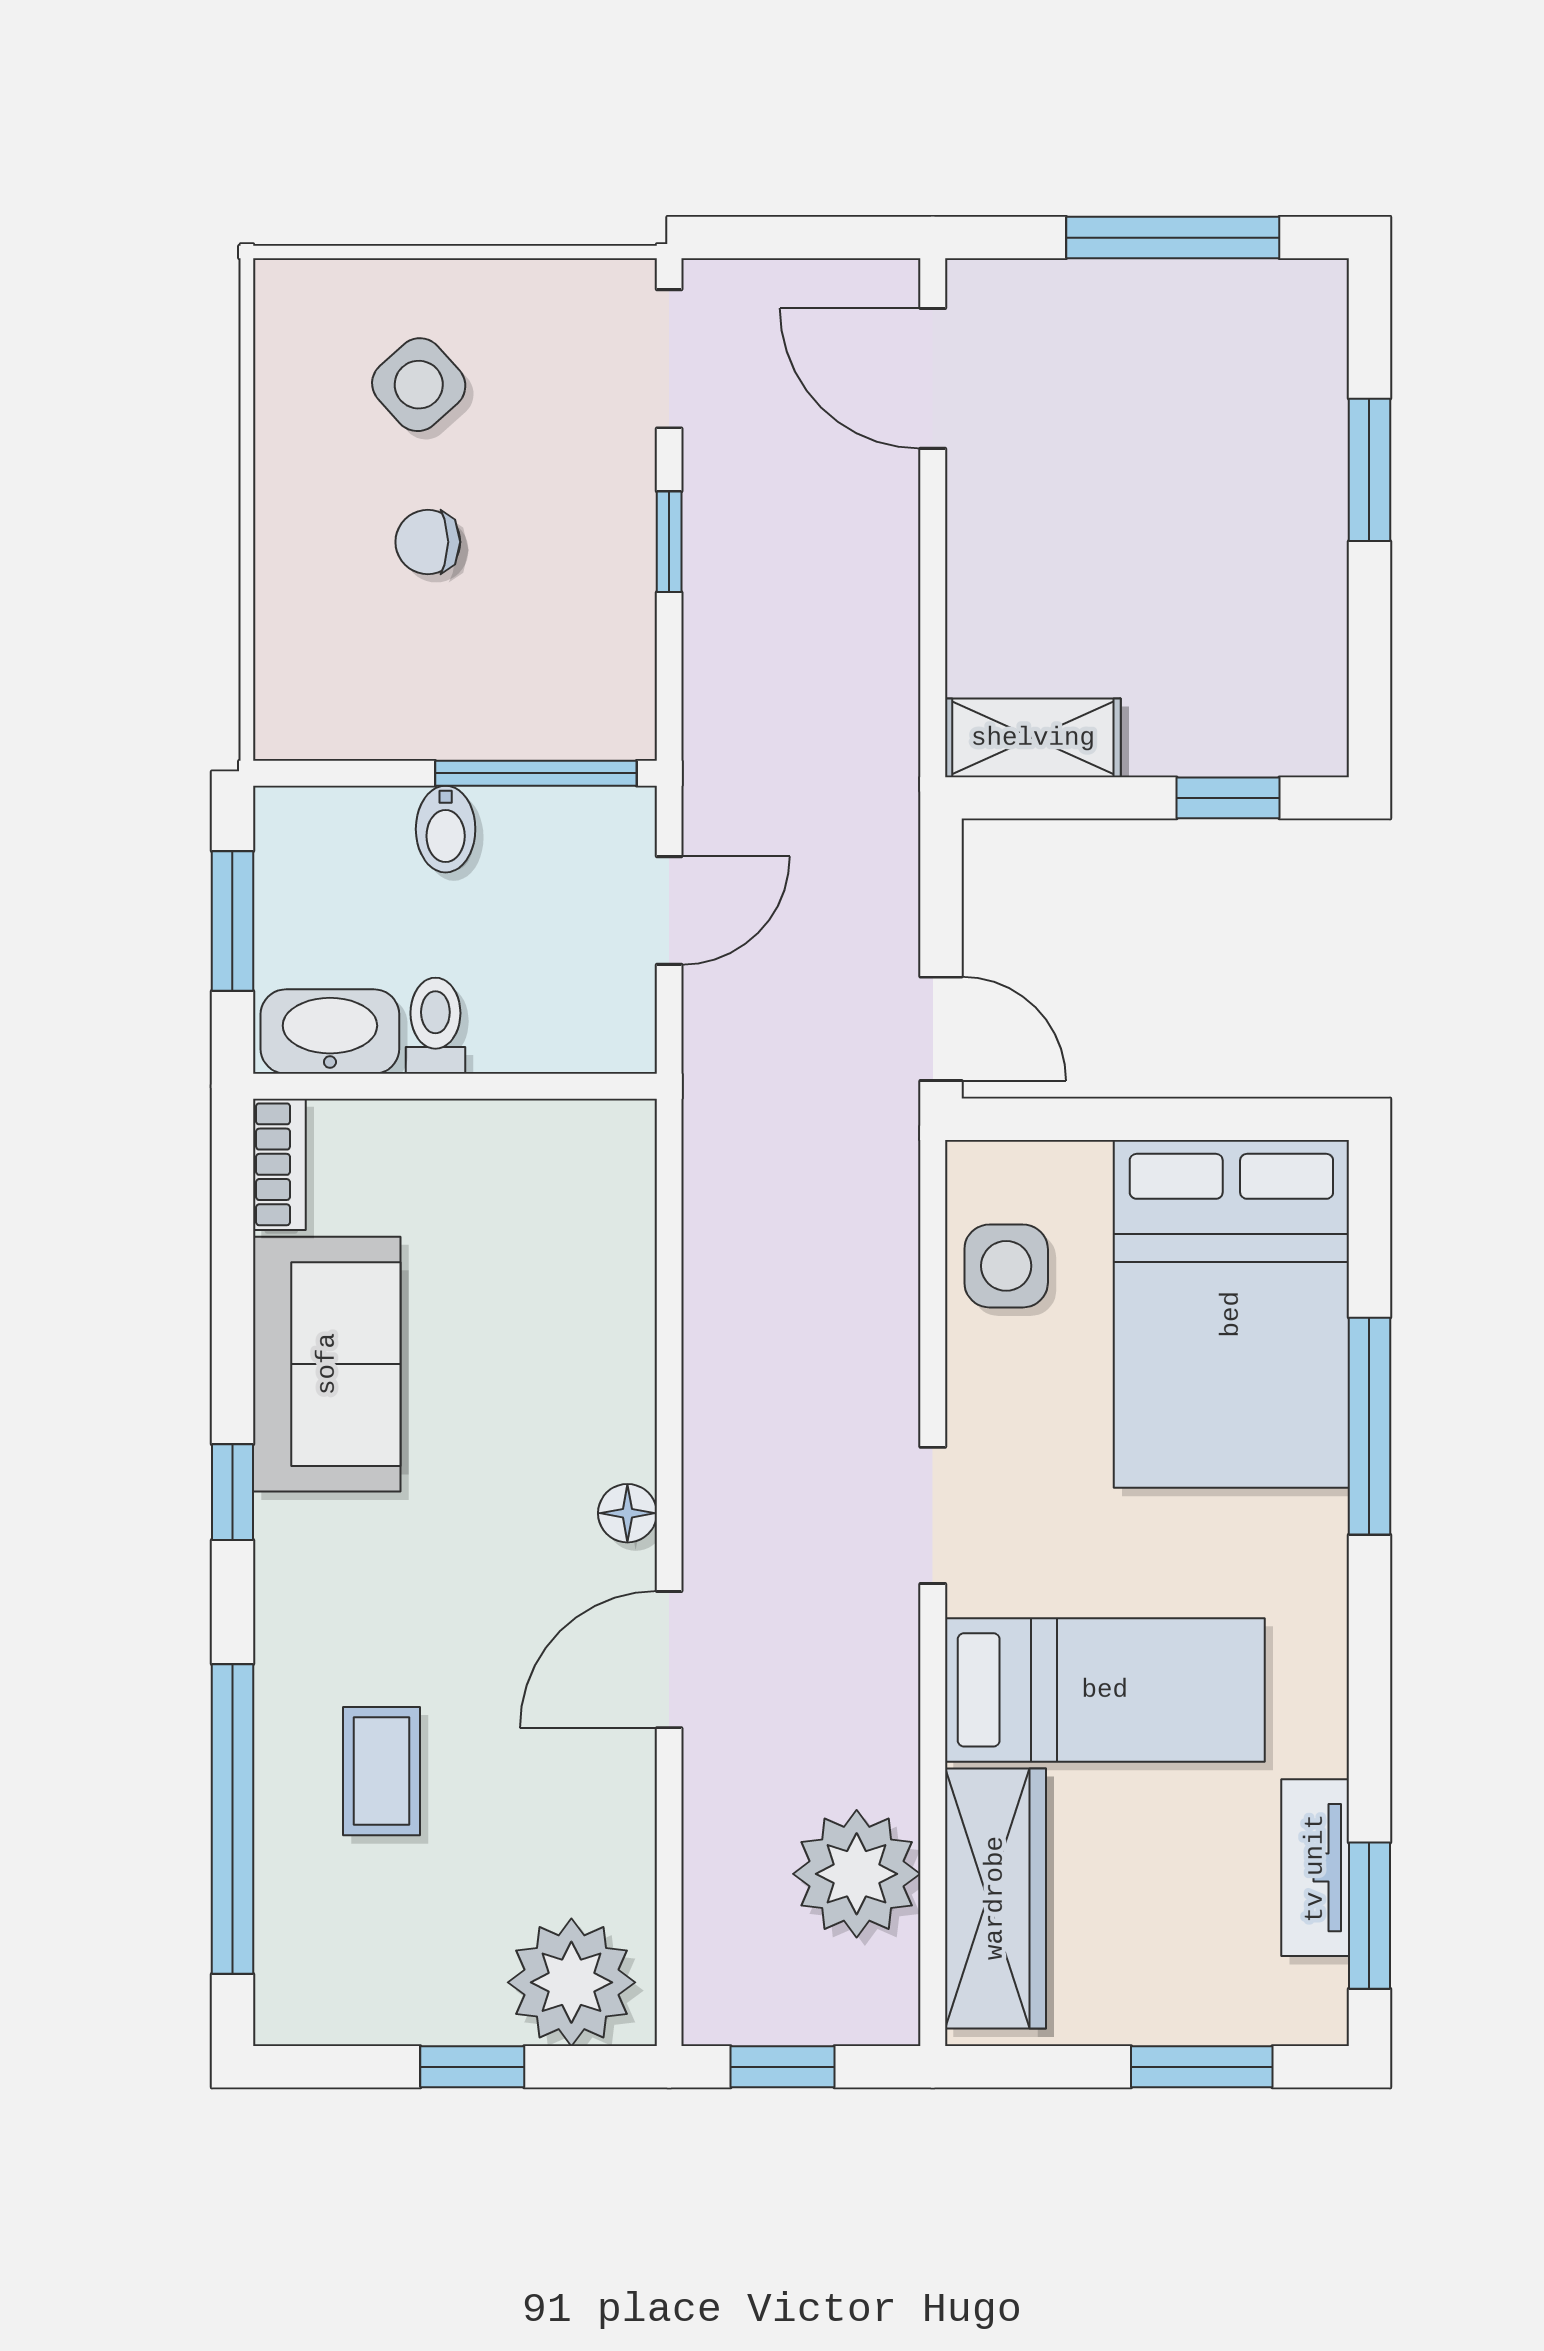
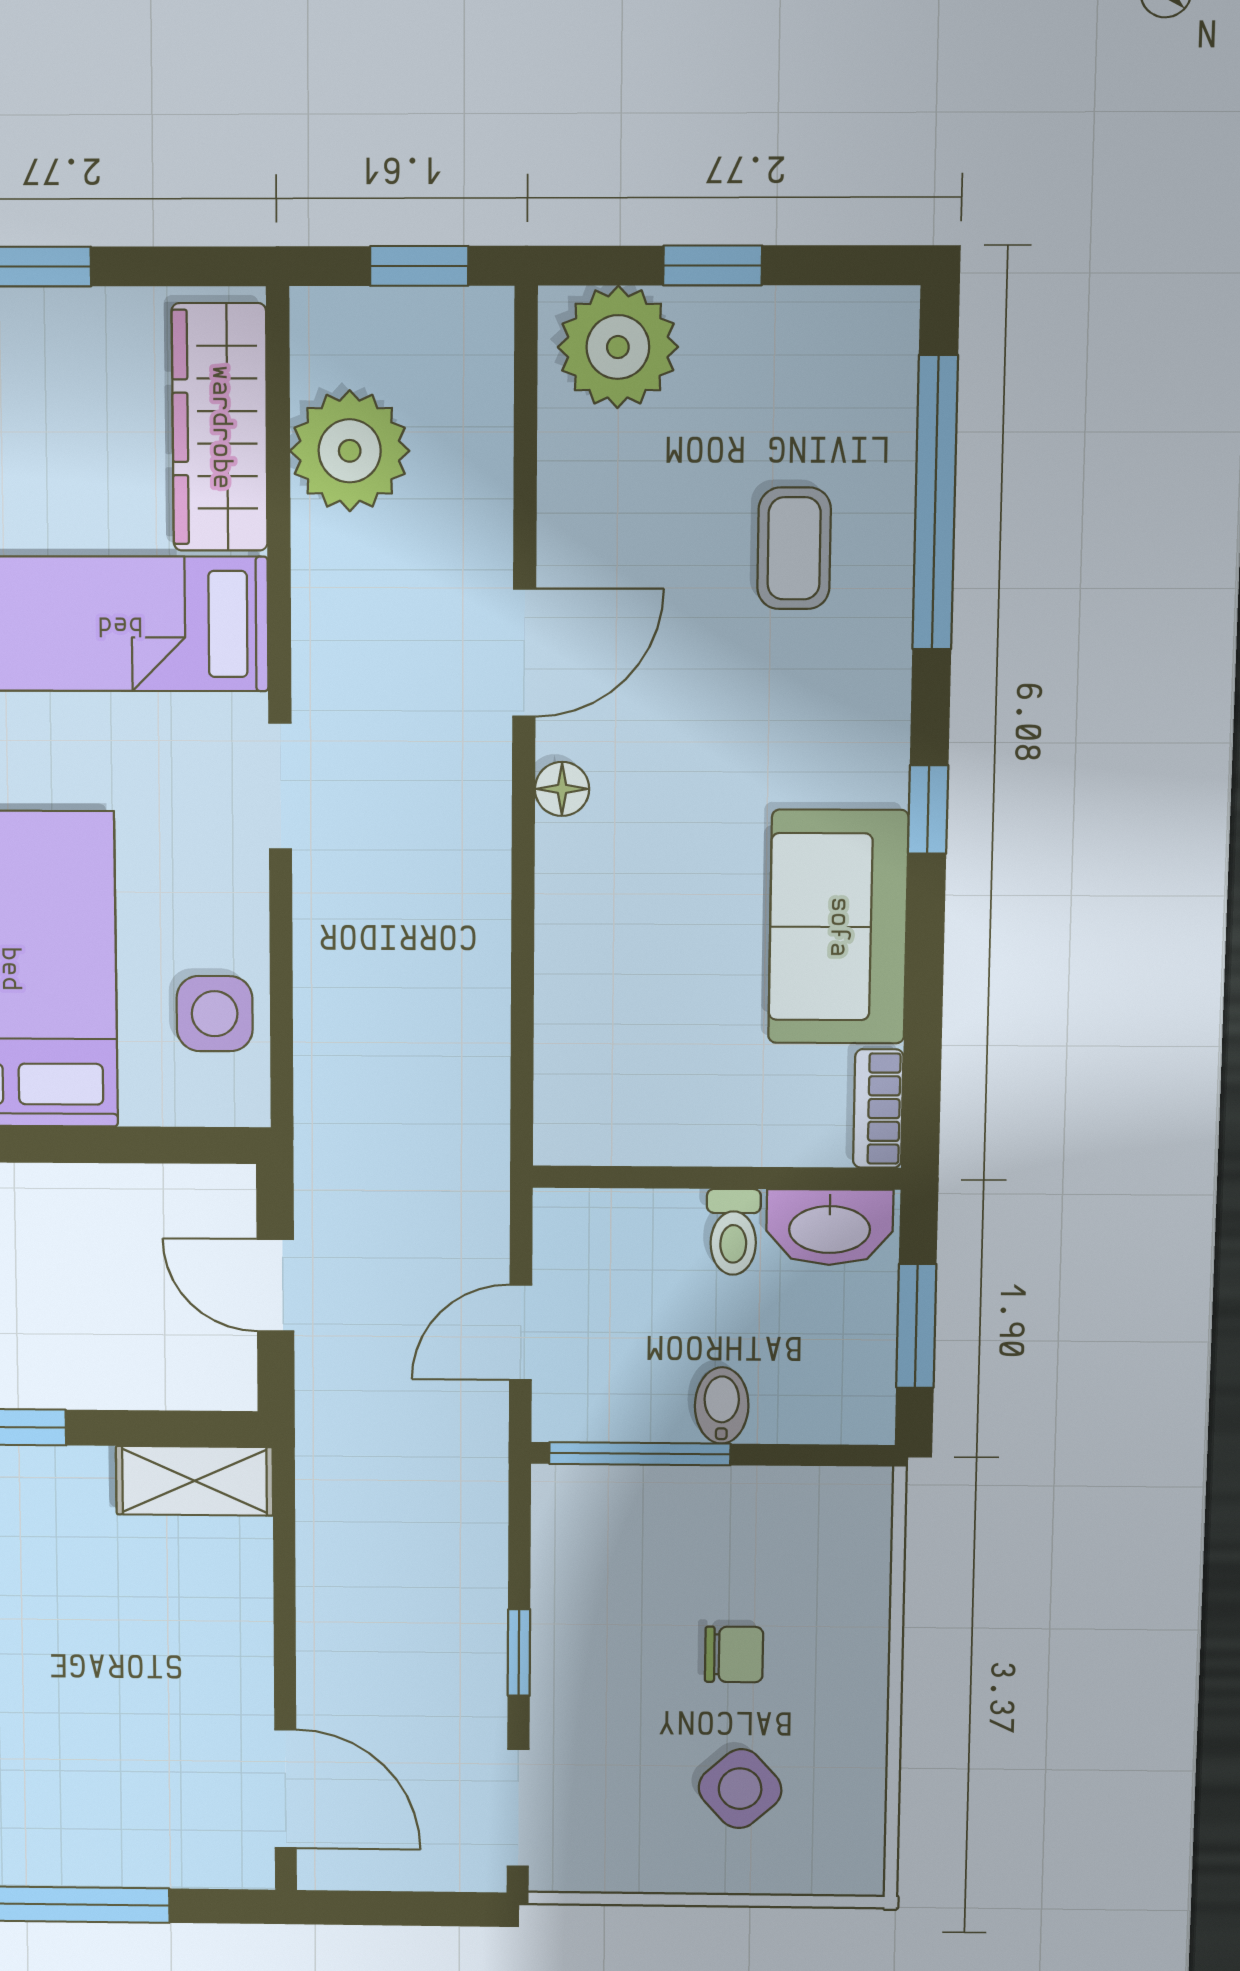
door: (941, 1029) -> (275, 1285), moved

